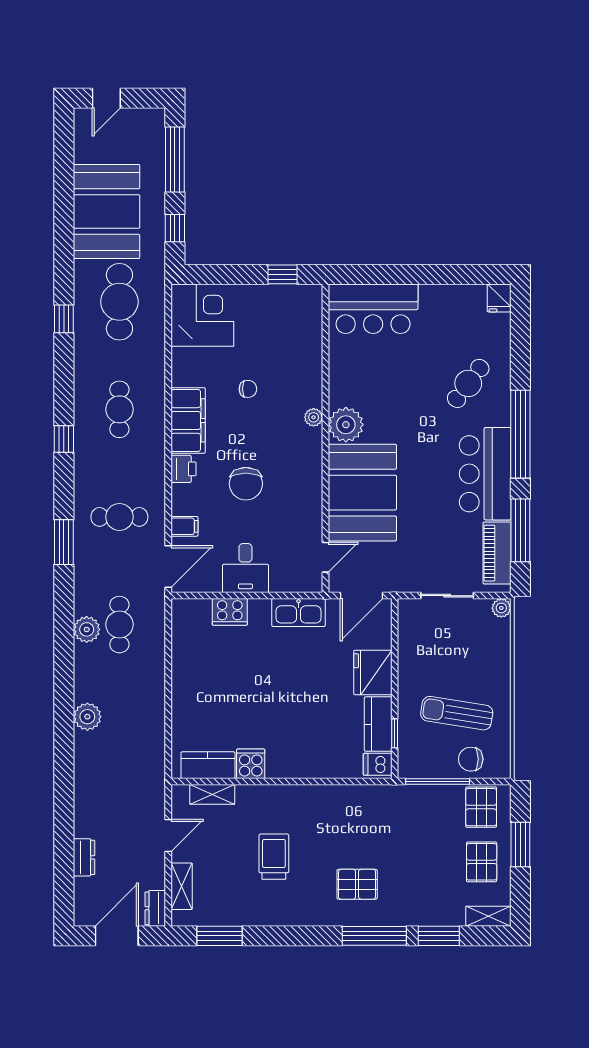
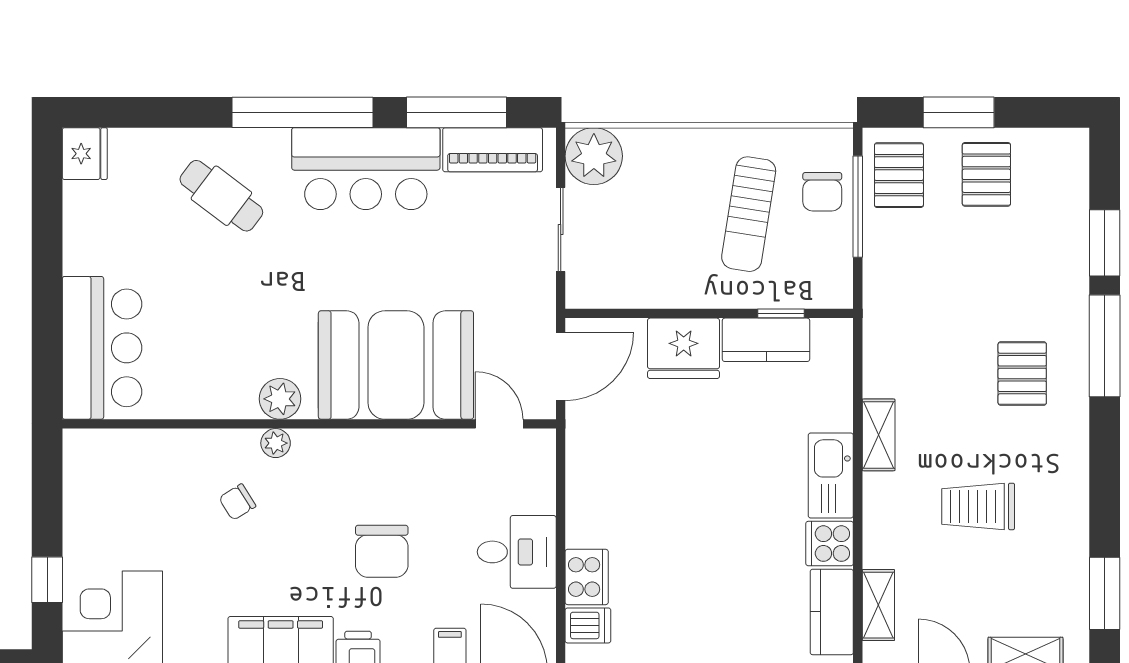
window: (283, 274) -> (47, 580), moved
fridge: (499, 298) -> (85, 154), width x1.38
chair: (248, 389) -> (237, 502), moved, turned -122
plant: (346, 425) -> (280, 399), width x0.73, depth x0.73
chair: (246, 484) -> (382, 551), turned 90
door: (362, 596) -> (561, 366), hinge flipped
plant: (501, 608) -> (594, 156), width x1.88, depth x1.88
kitchen sink: (299, 612) -> (831, 475), moved, turned 180
dishwasher: (378, 764) -> (588, 625), moved, turned -90
window: (438, 781) -> (858, 207), moved
pallet: (481, 807) -> (899, 175), turned 90
pallet: (482, 862) -> (986, 174), turned 90
shelving: (488, 916) -> (879, 435), moved

